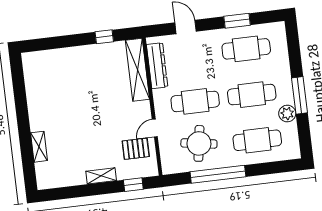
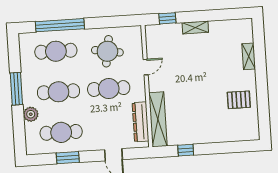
plant: (287, 114) -> (31, 114), moved
pallet: (136, 149) -> (239, 100), moved
window: (218, 174) -> (60, 25), moved

